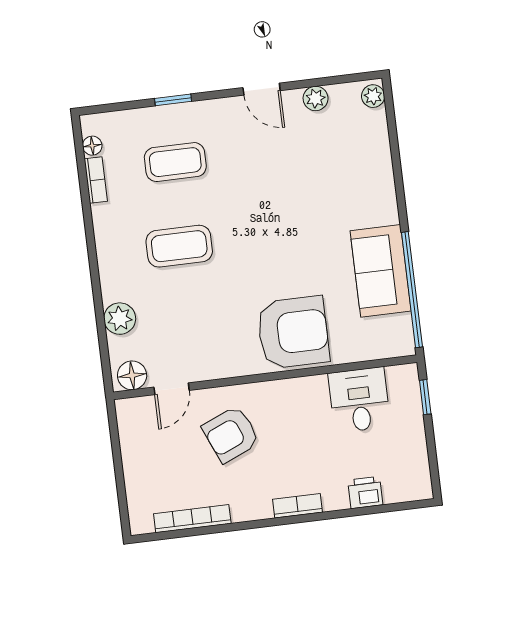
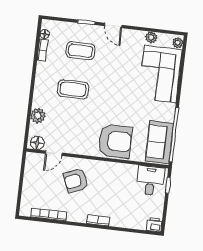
door: (262, 89) -> (113, 25), moved
corner sofa: (353, 170) -> (160, 74), added
sofa: (381, 271) -> (159, 142), moved
desk: (359, 400) -> (150, 181), moved
printer: (365, 492) -> (154, 225), moved

